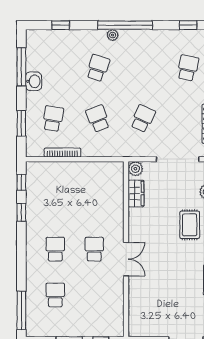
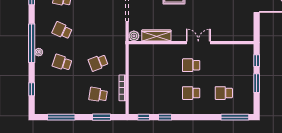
washbasin: (34, 81) -> (72, 108), removed
school desk: (143, 119) -> (62, 31), moved
wardrobe: (136, 193) -> (156, 36), width x1.50

